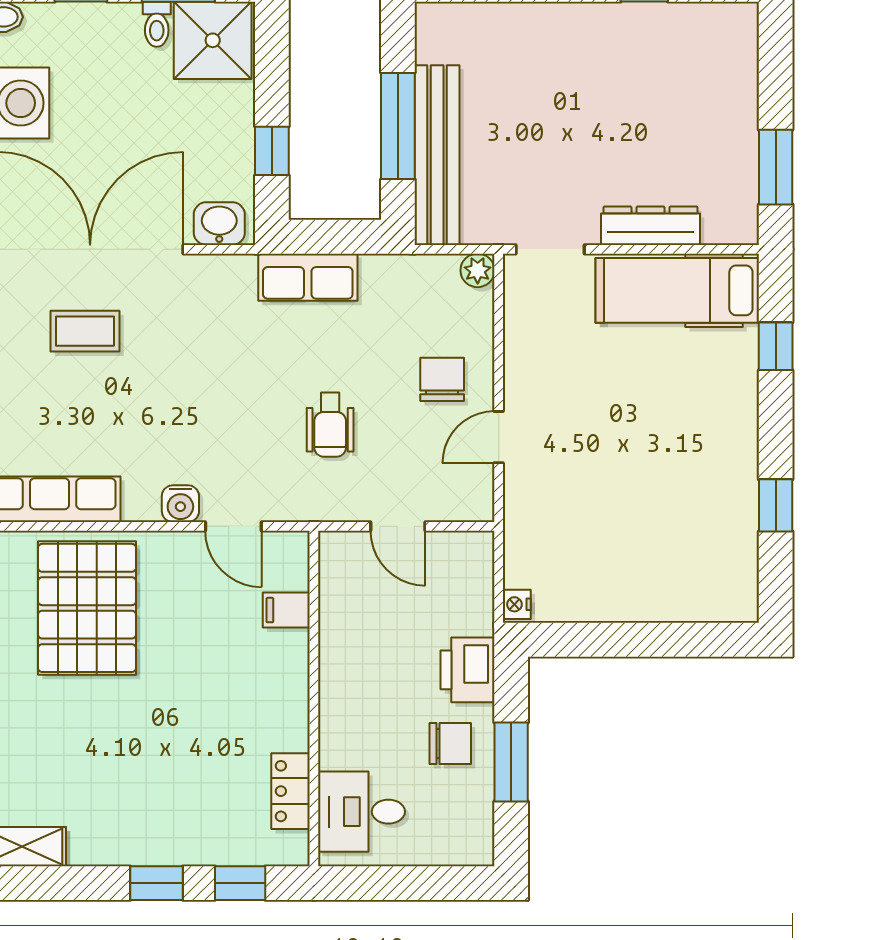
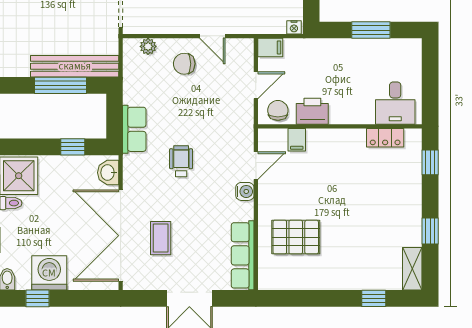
plant: (478, 270) -> (148, 46), moved
wheelchair: (330, 425) -> (181, 161), moved, turned -90
filing cabinet: (475, 556) -> (270, 47), added
pallet: (87, 608) -> (296, 237), width x0.73, depth x0.71
printer: (468, 670) -> (312, 111), moved, turned 180
chair: (450, 744) -> (278, 110), moved
window: (157, 883) -> (430, 231), moved

